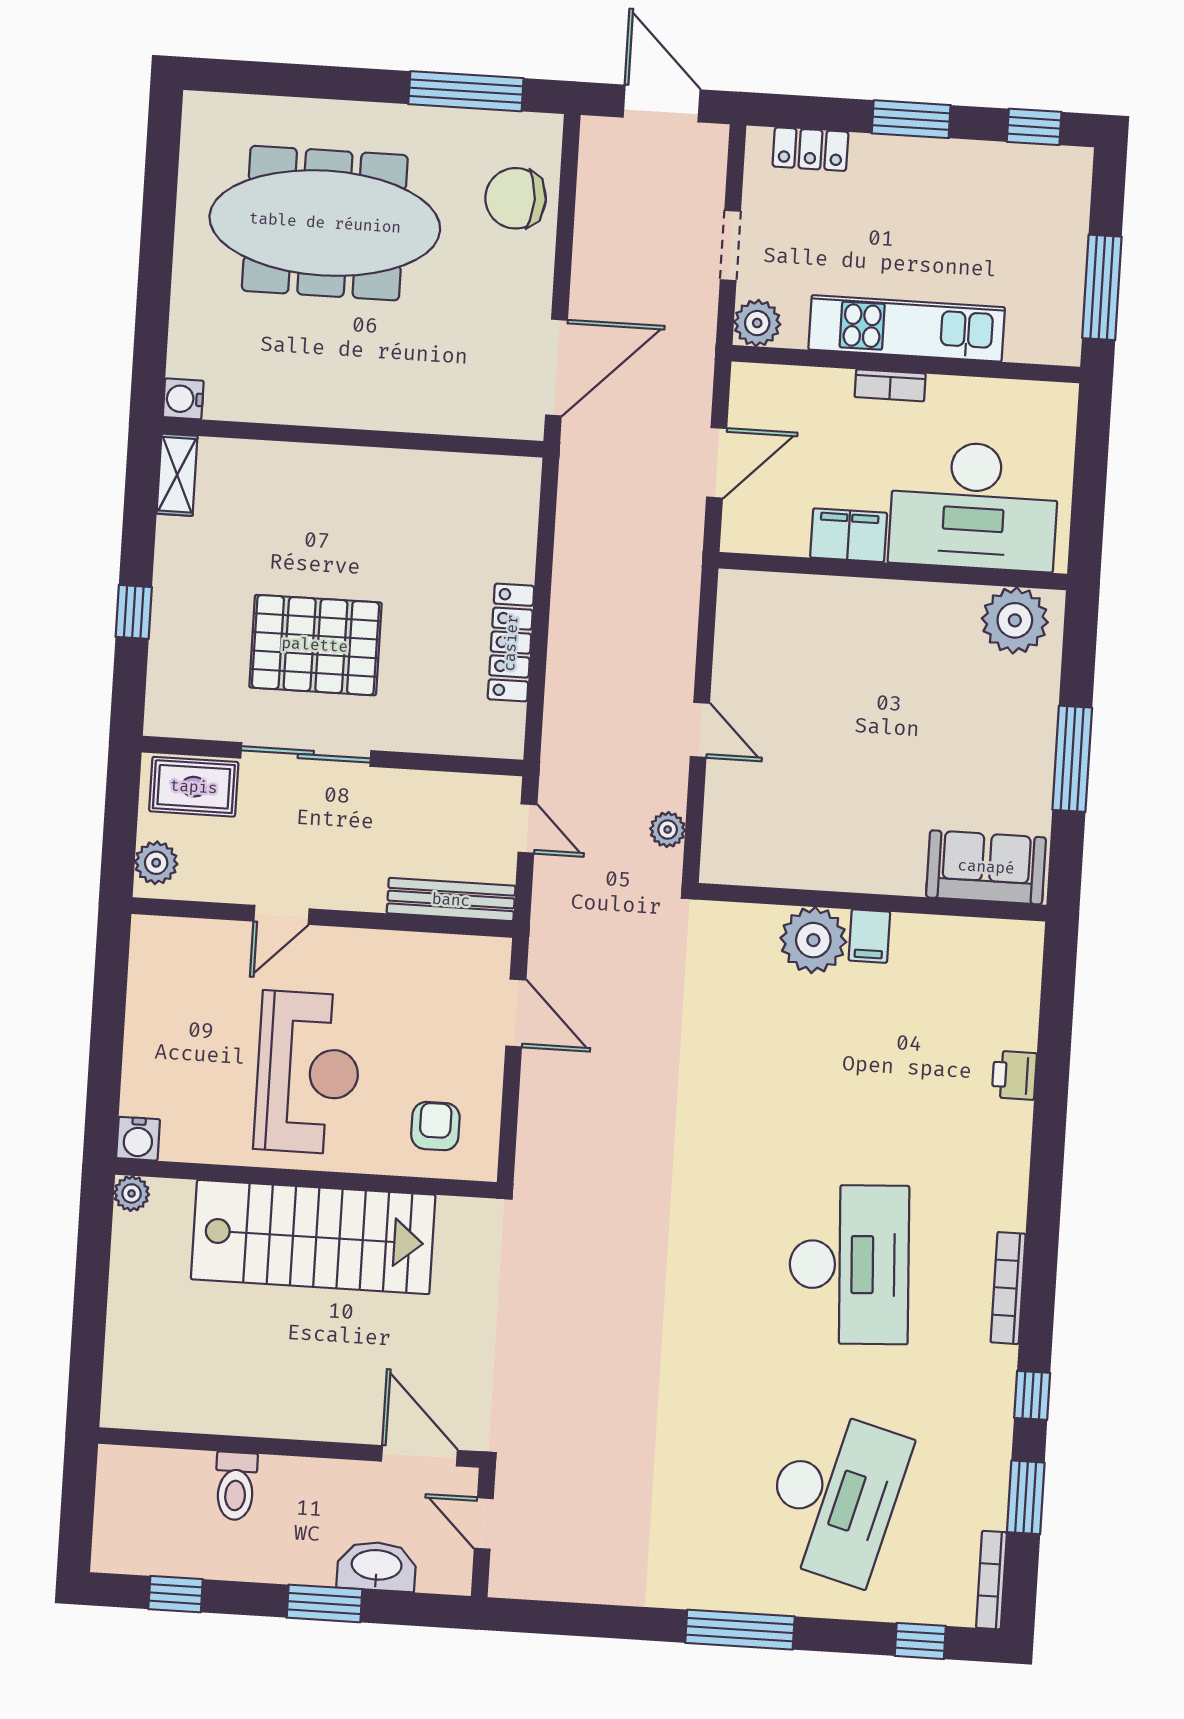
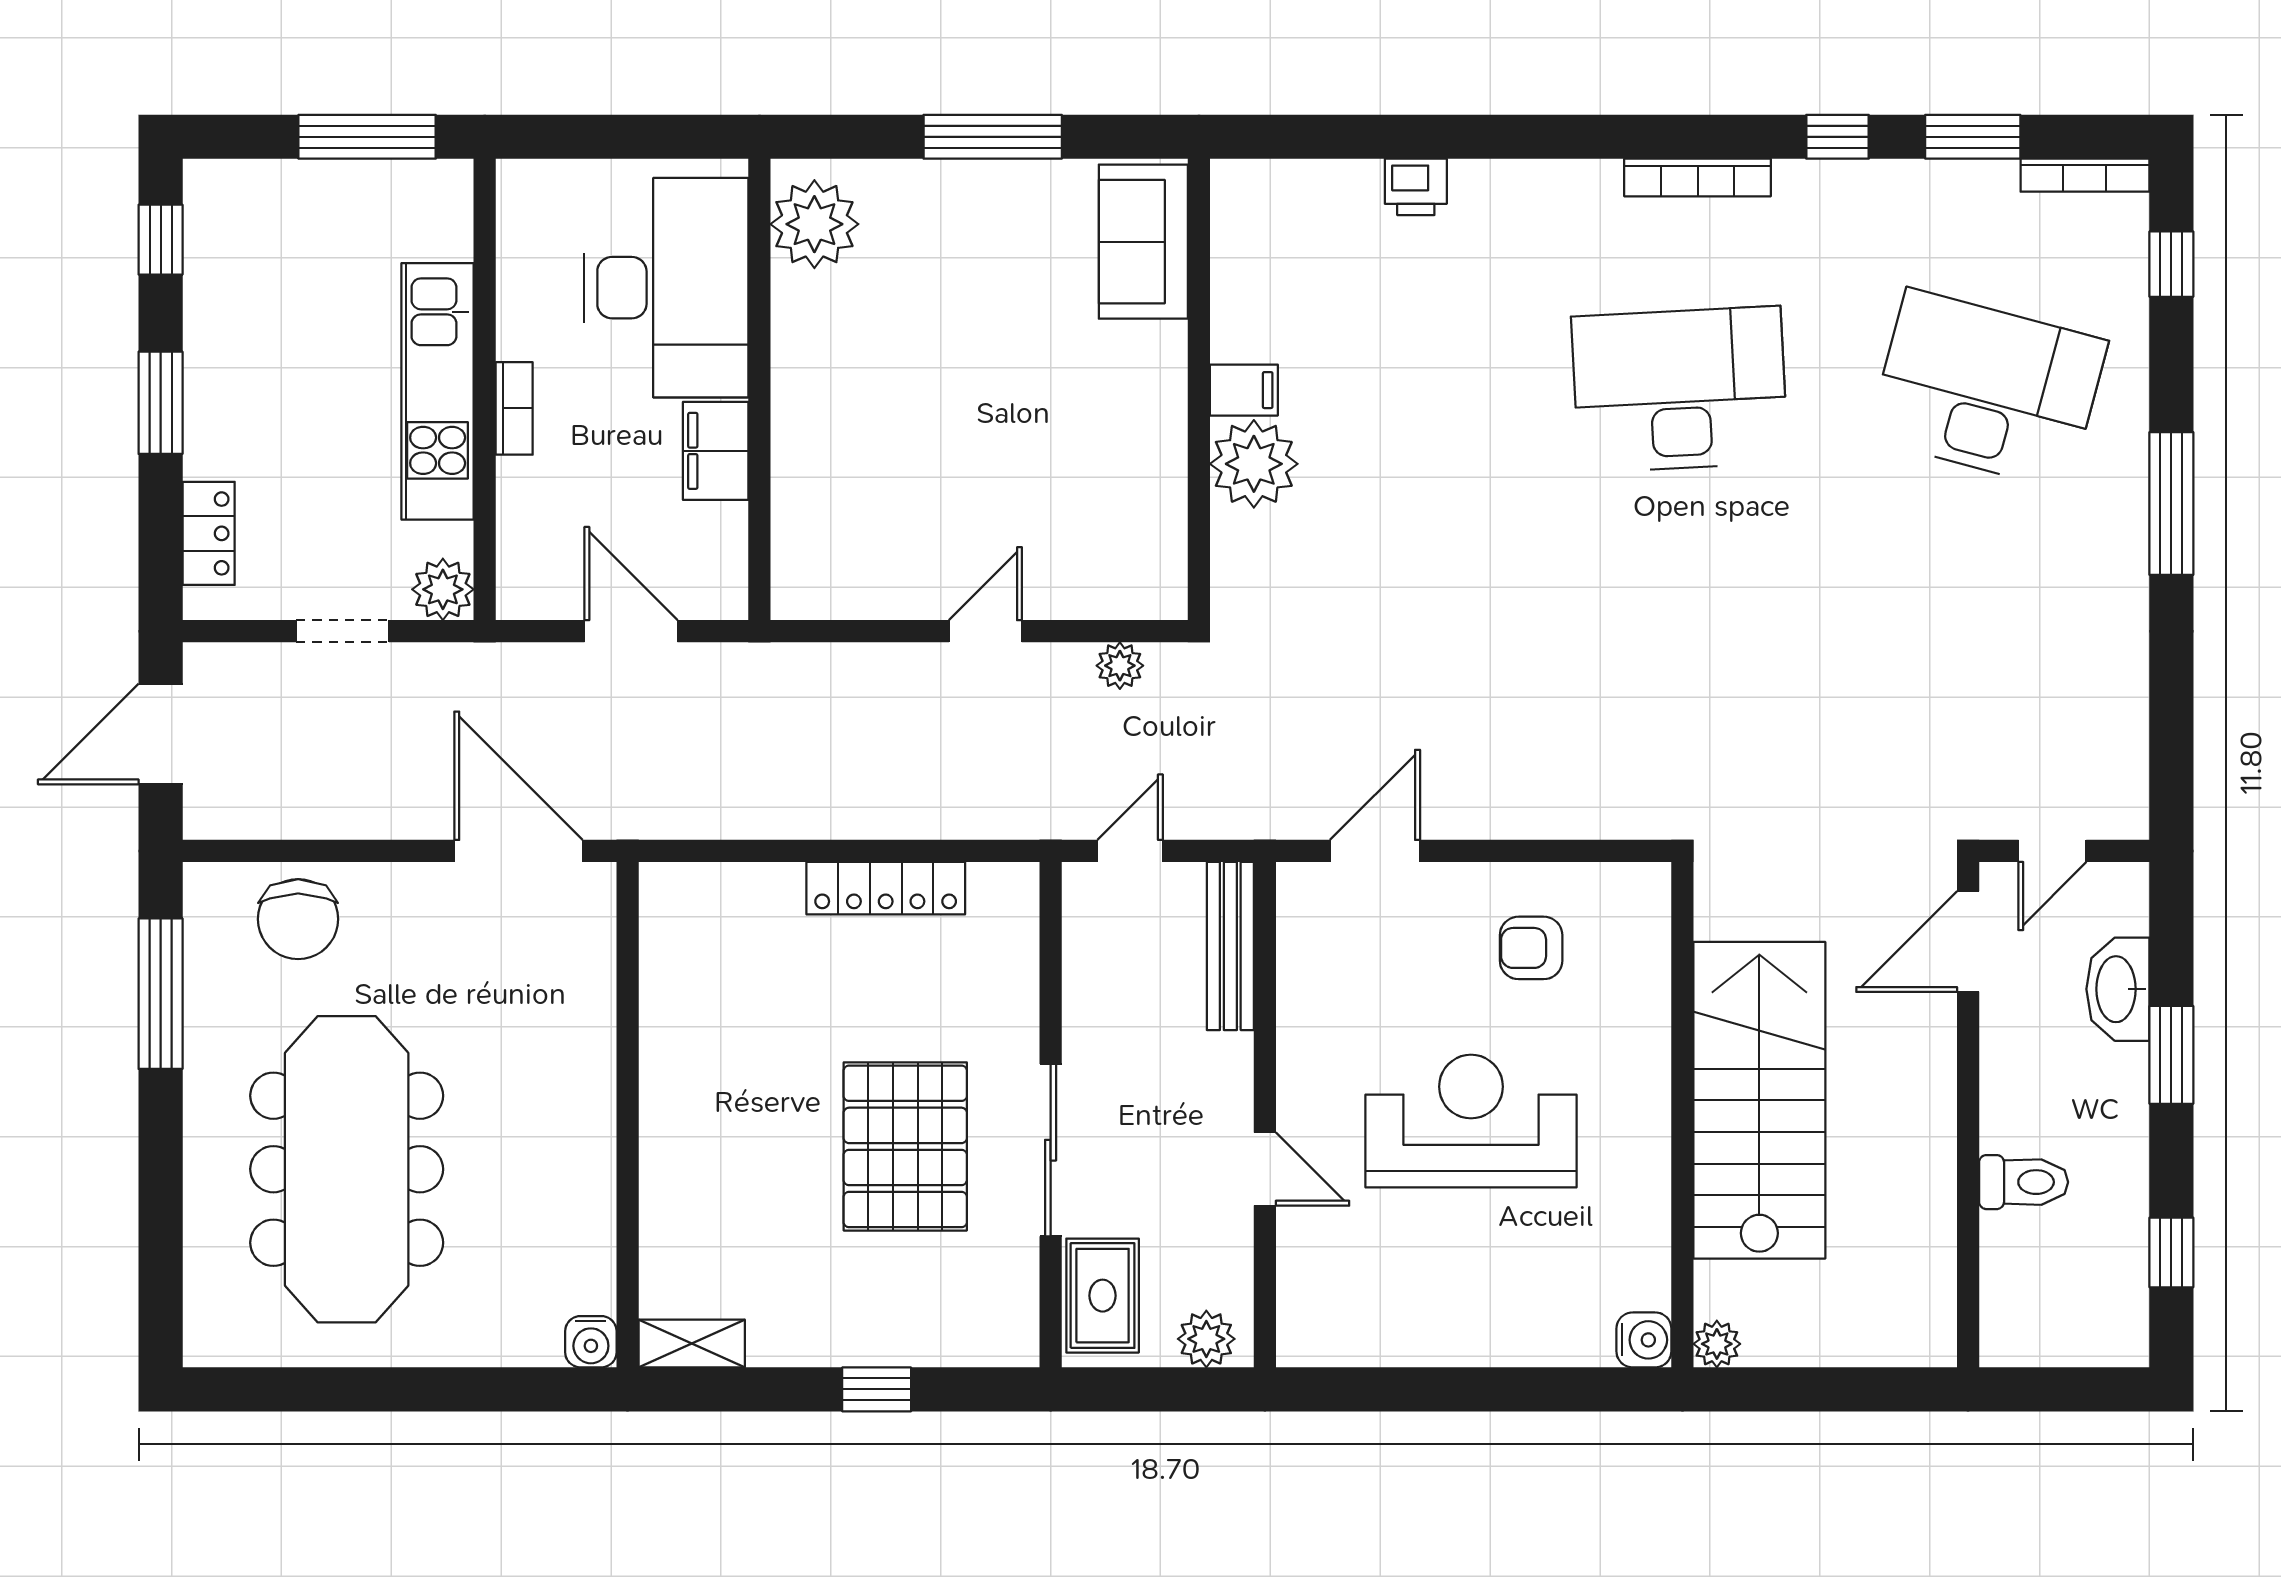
water cooler: (138, 1139) -> (1644, 1340), moved
wall: (306, 1178) -> (1682, 1115), moved
plant: (132, 1193) -> (1717, 1344), moved
stairs: (313, 1237) -> (1759, 1100), moved

